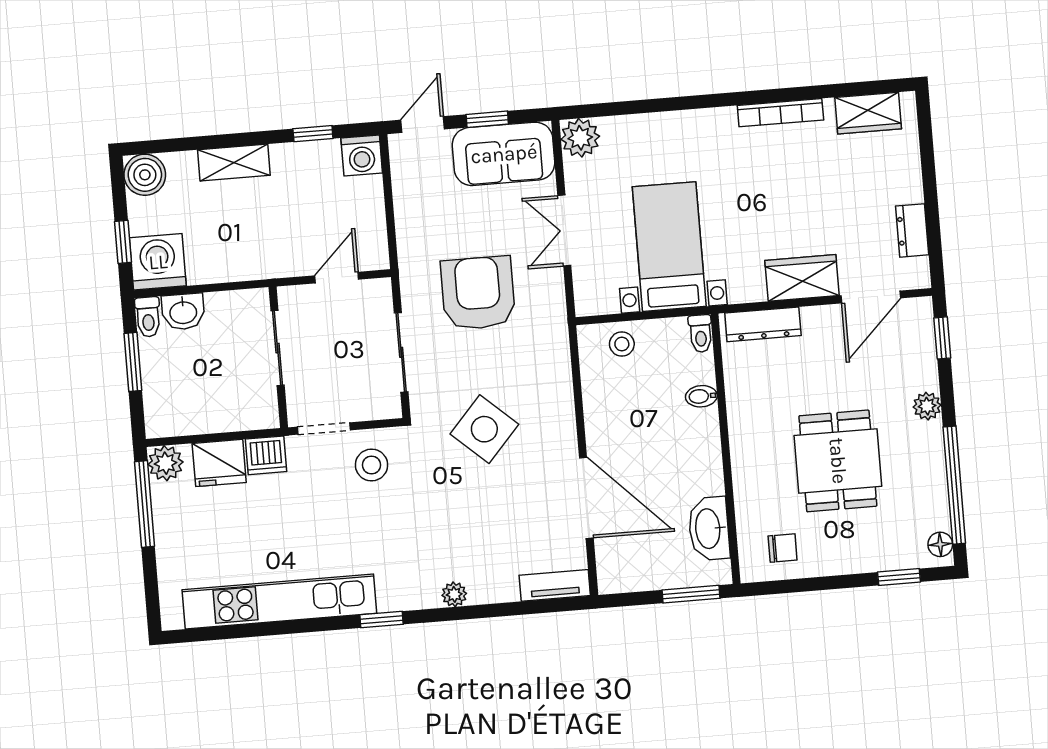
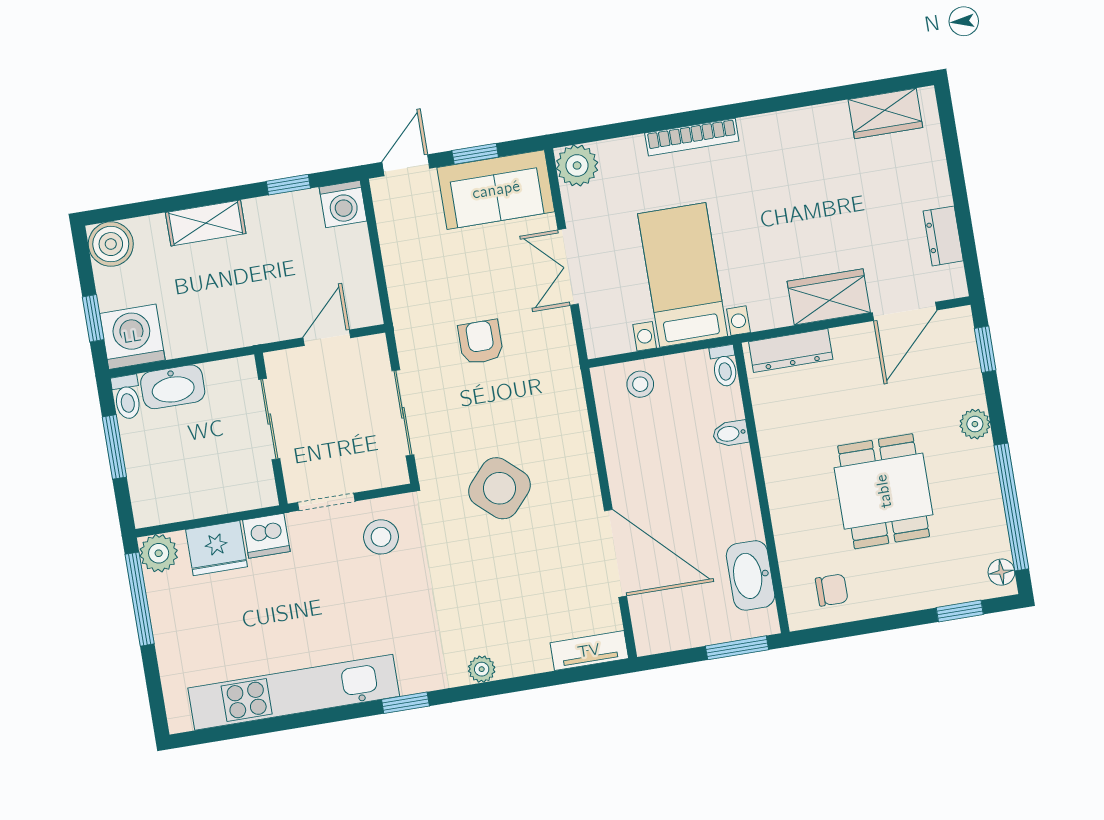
bookcase: (780, 113) -> (692, 137), moved
armchair: (478, 293) -> (481, 342), width x0.53, depth x0.53
washbasin: (183, 312) -> (173, 387), width x1.38

